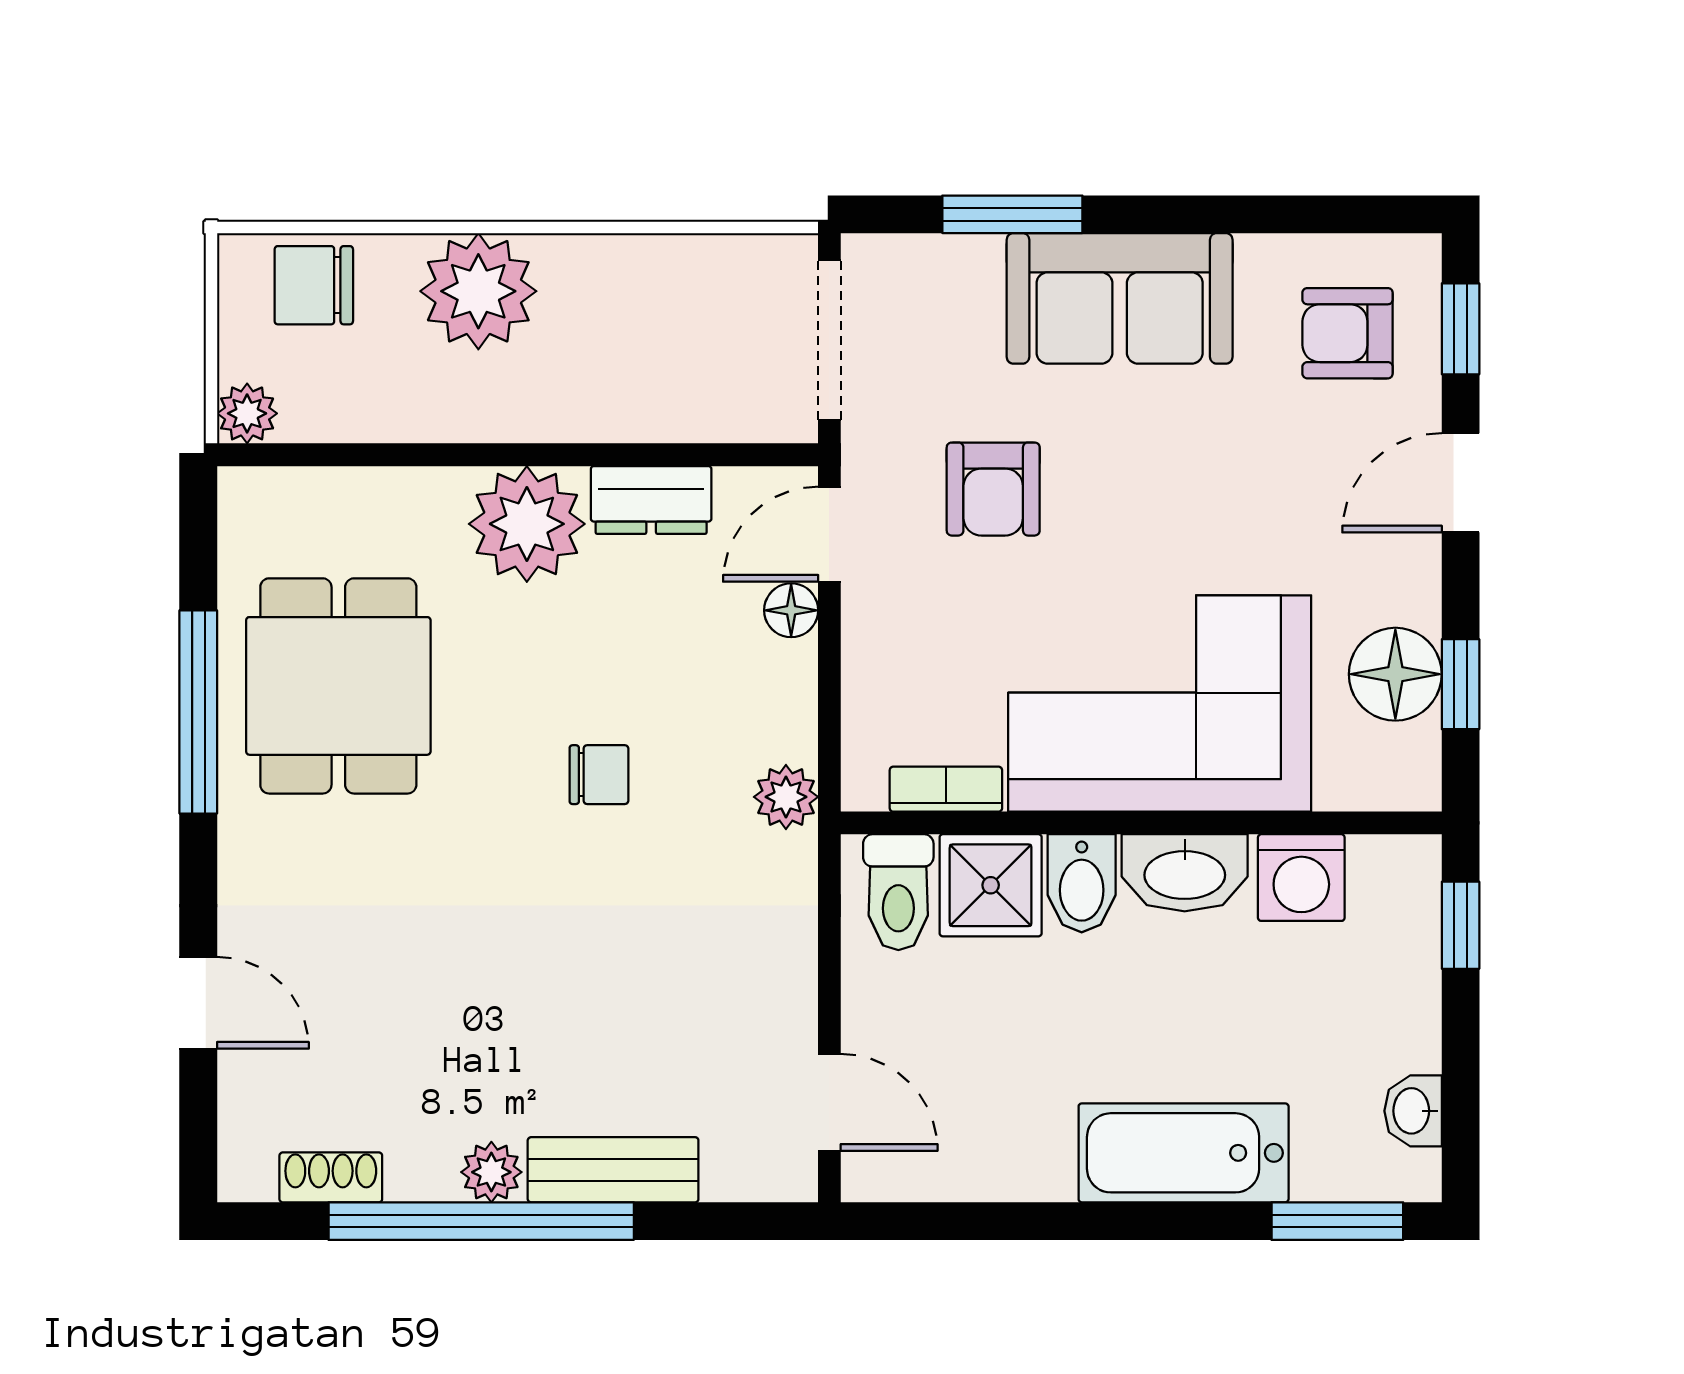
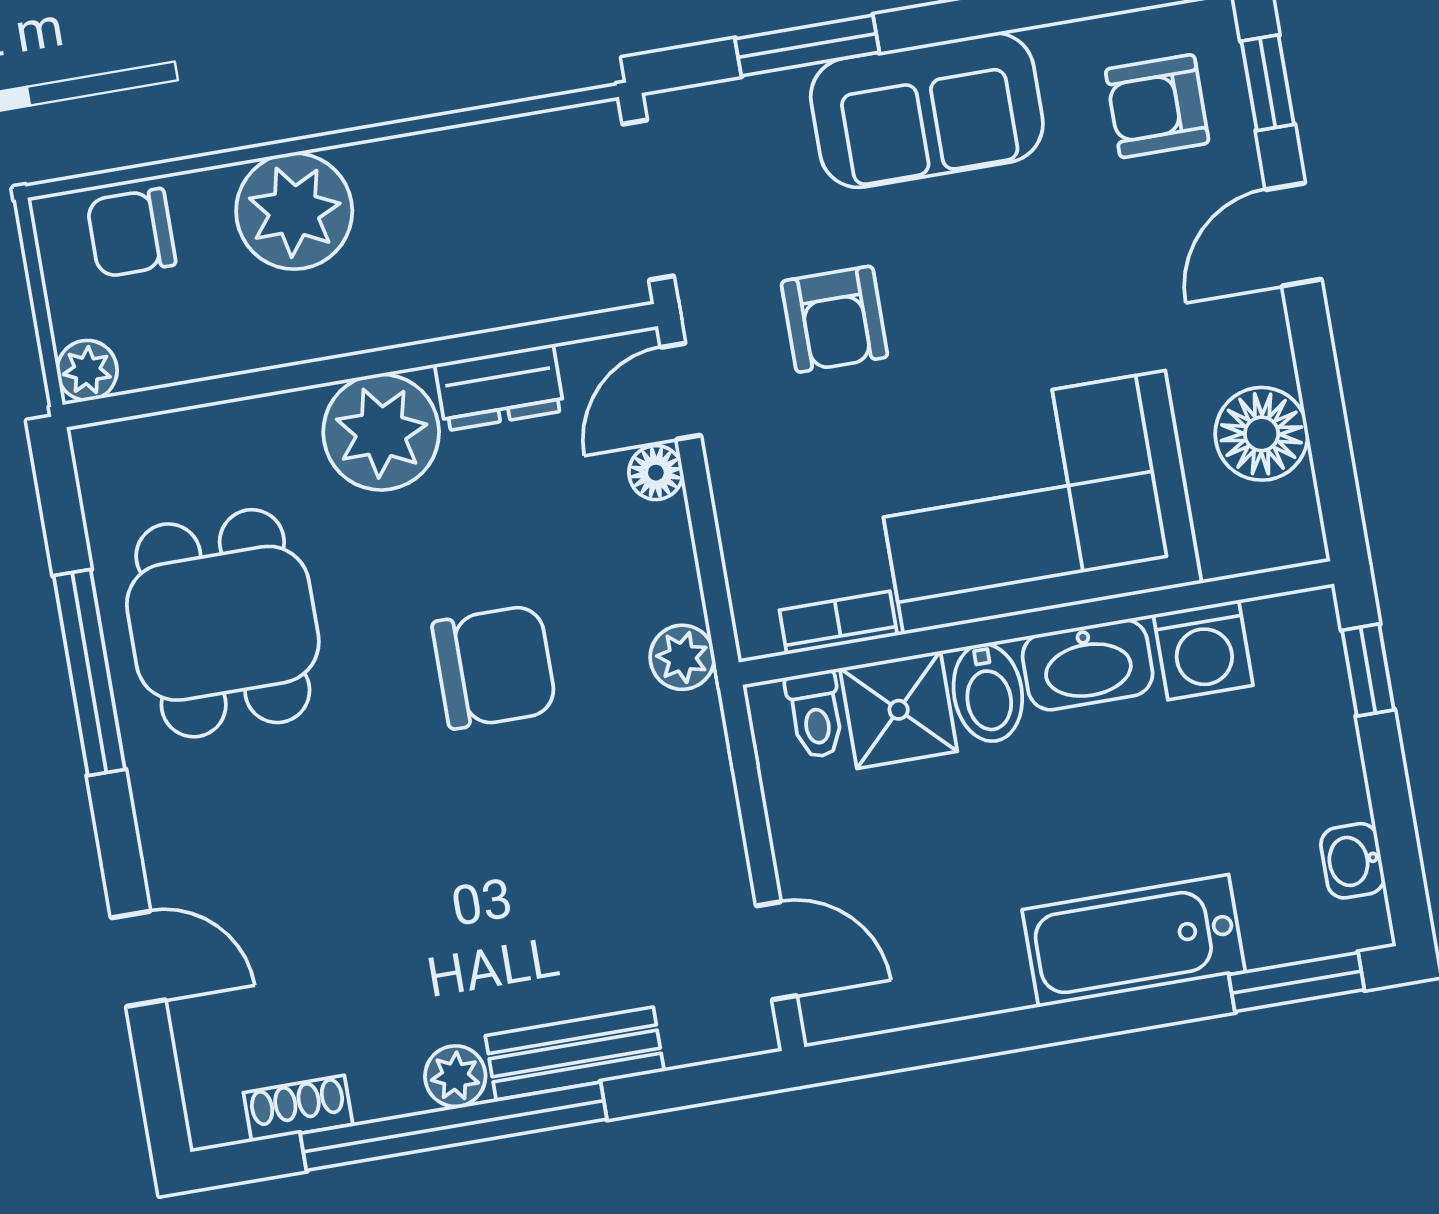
window: (1461, 684) -> (1327, 433), removed
chair: (599, 775) -> (494, 667), width x1.87, depth x1.87
toilet: (898, 892) -> (816, 715), width x0.73, depth x0.72

